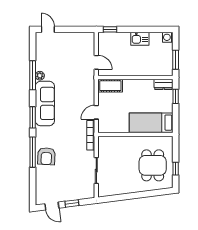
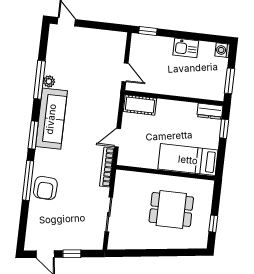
dining table: (153, 165) -> (171, 210), moved, turned 90

